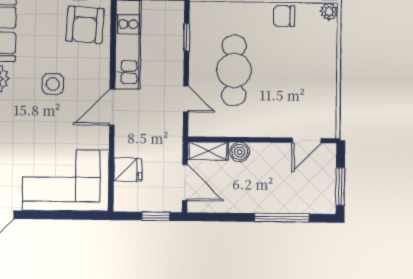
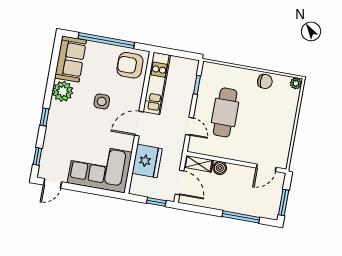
chair: (284, 16) -> (265, 81), turned 180
armchair: (85, 25) -> (130, 65), turned 86
fridge: (128, 170) -> (147, 161), width x1.88, depth x1.34

